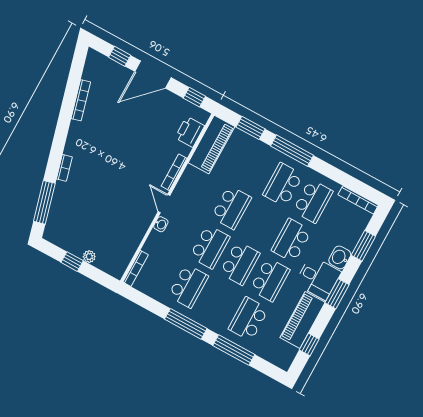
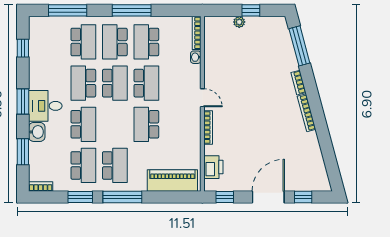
bookcase: (81, 100) -> (307, 113), moved
window: (251, 128) -> (80, 197), moved
piano: (211, 145) -> (172, 180), moved, turned 90
bookcase: (358, 200) -> (41, 186), width x0.64
school desk: (313, 201) -> (83, 165), turned 180
washbasin: (161, 224) -> (196, 57), moved
school desk: (210, 247) -> (146, 83), turned 180
school desk: (240, 263) -> (115, 83), turned 180
school desk: (218, 303) -> (115, 42), added
piano: (302, 320) -> (39, 65), removed
window: (234, 350) -> (68, 10), moved

